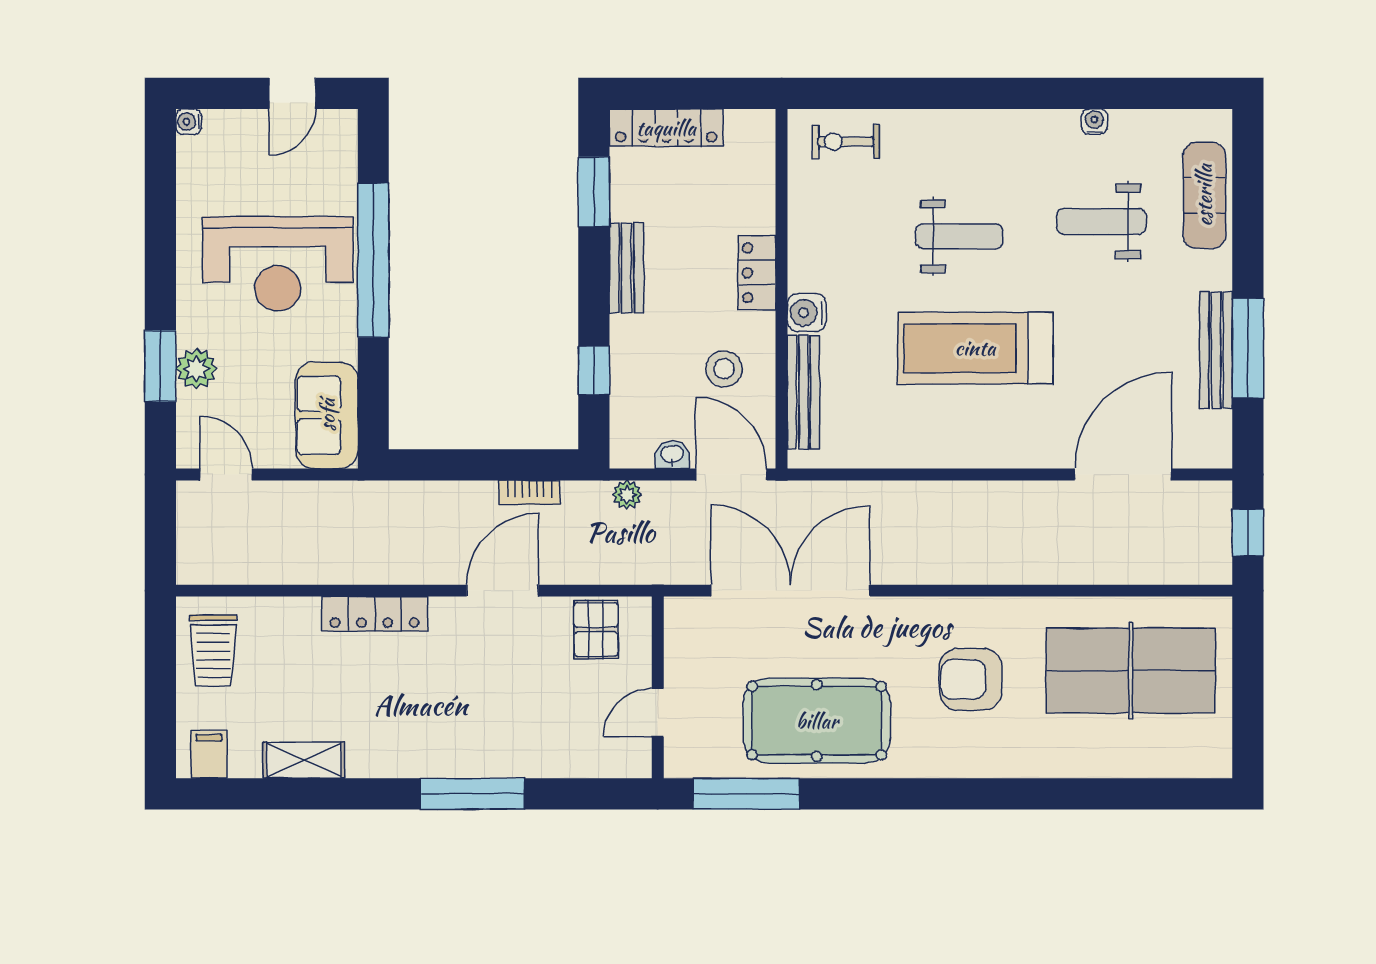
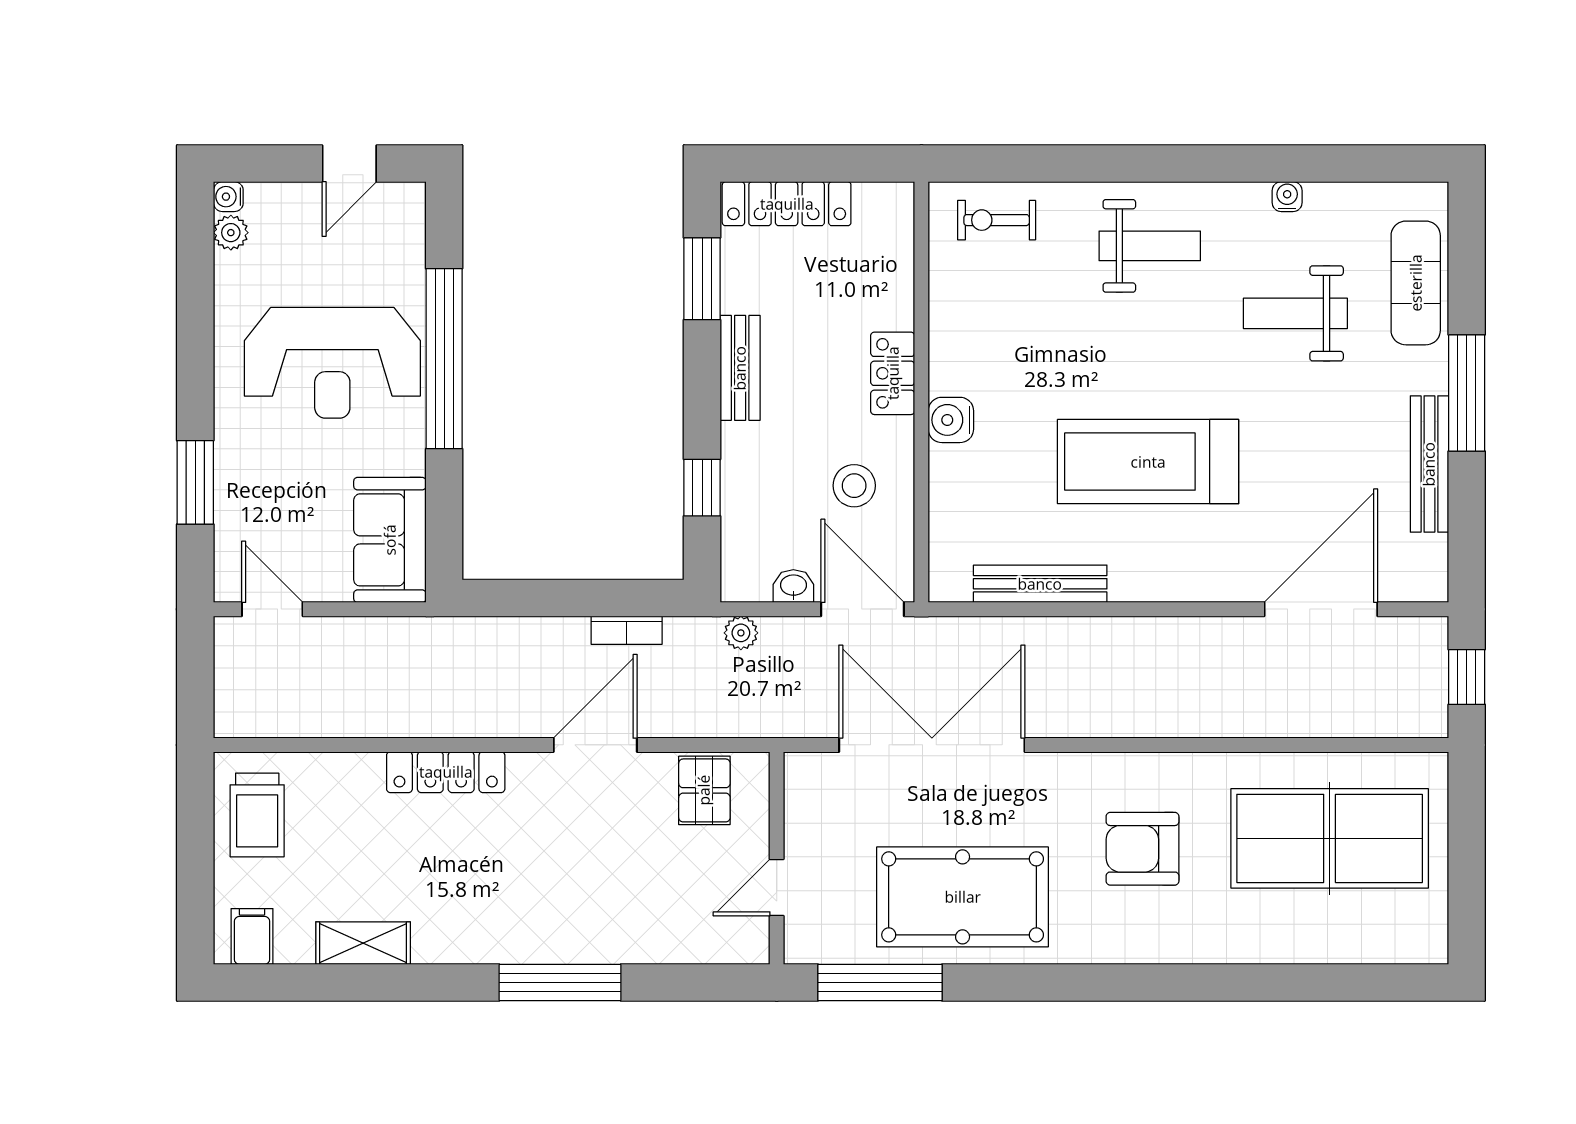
weight bench: (959, 236) -> (1150, 246), moved
window: (1248, 348) -> (1467, 393), moved
plant: (196, 369) -> (231, 233), moved, width x0.73, depth x0.73
bench: (803, 392) -> (1040, 584), moved, turned 90

